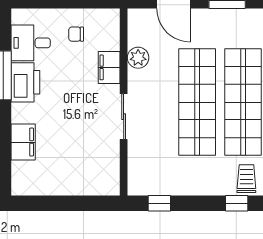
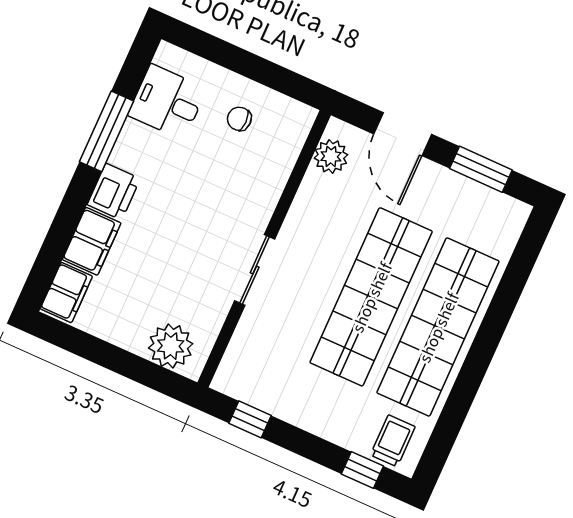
plant: (138, 58) -> (331, 156), moved
filing cabinet: (109, 67) -> (66, 293), moved, turned 180
printer: (25, 82) -> (114, 192), moved, width x0.73, depth x0.84
plant: (95, 182) -> (171, 346), added

